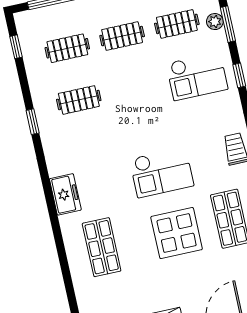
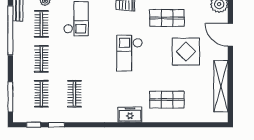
window: (33, 122) -> (56, 125), moved
checkout: (162, 172) -> (130, 53), turned 180
display table: (177, 233) -> (186, 52), moved

